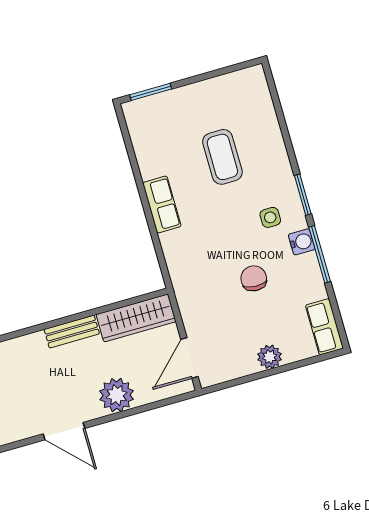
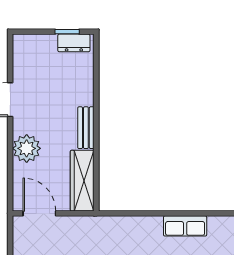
row of seats: (162, 205) -> (185, 226), moved

